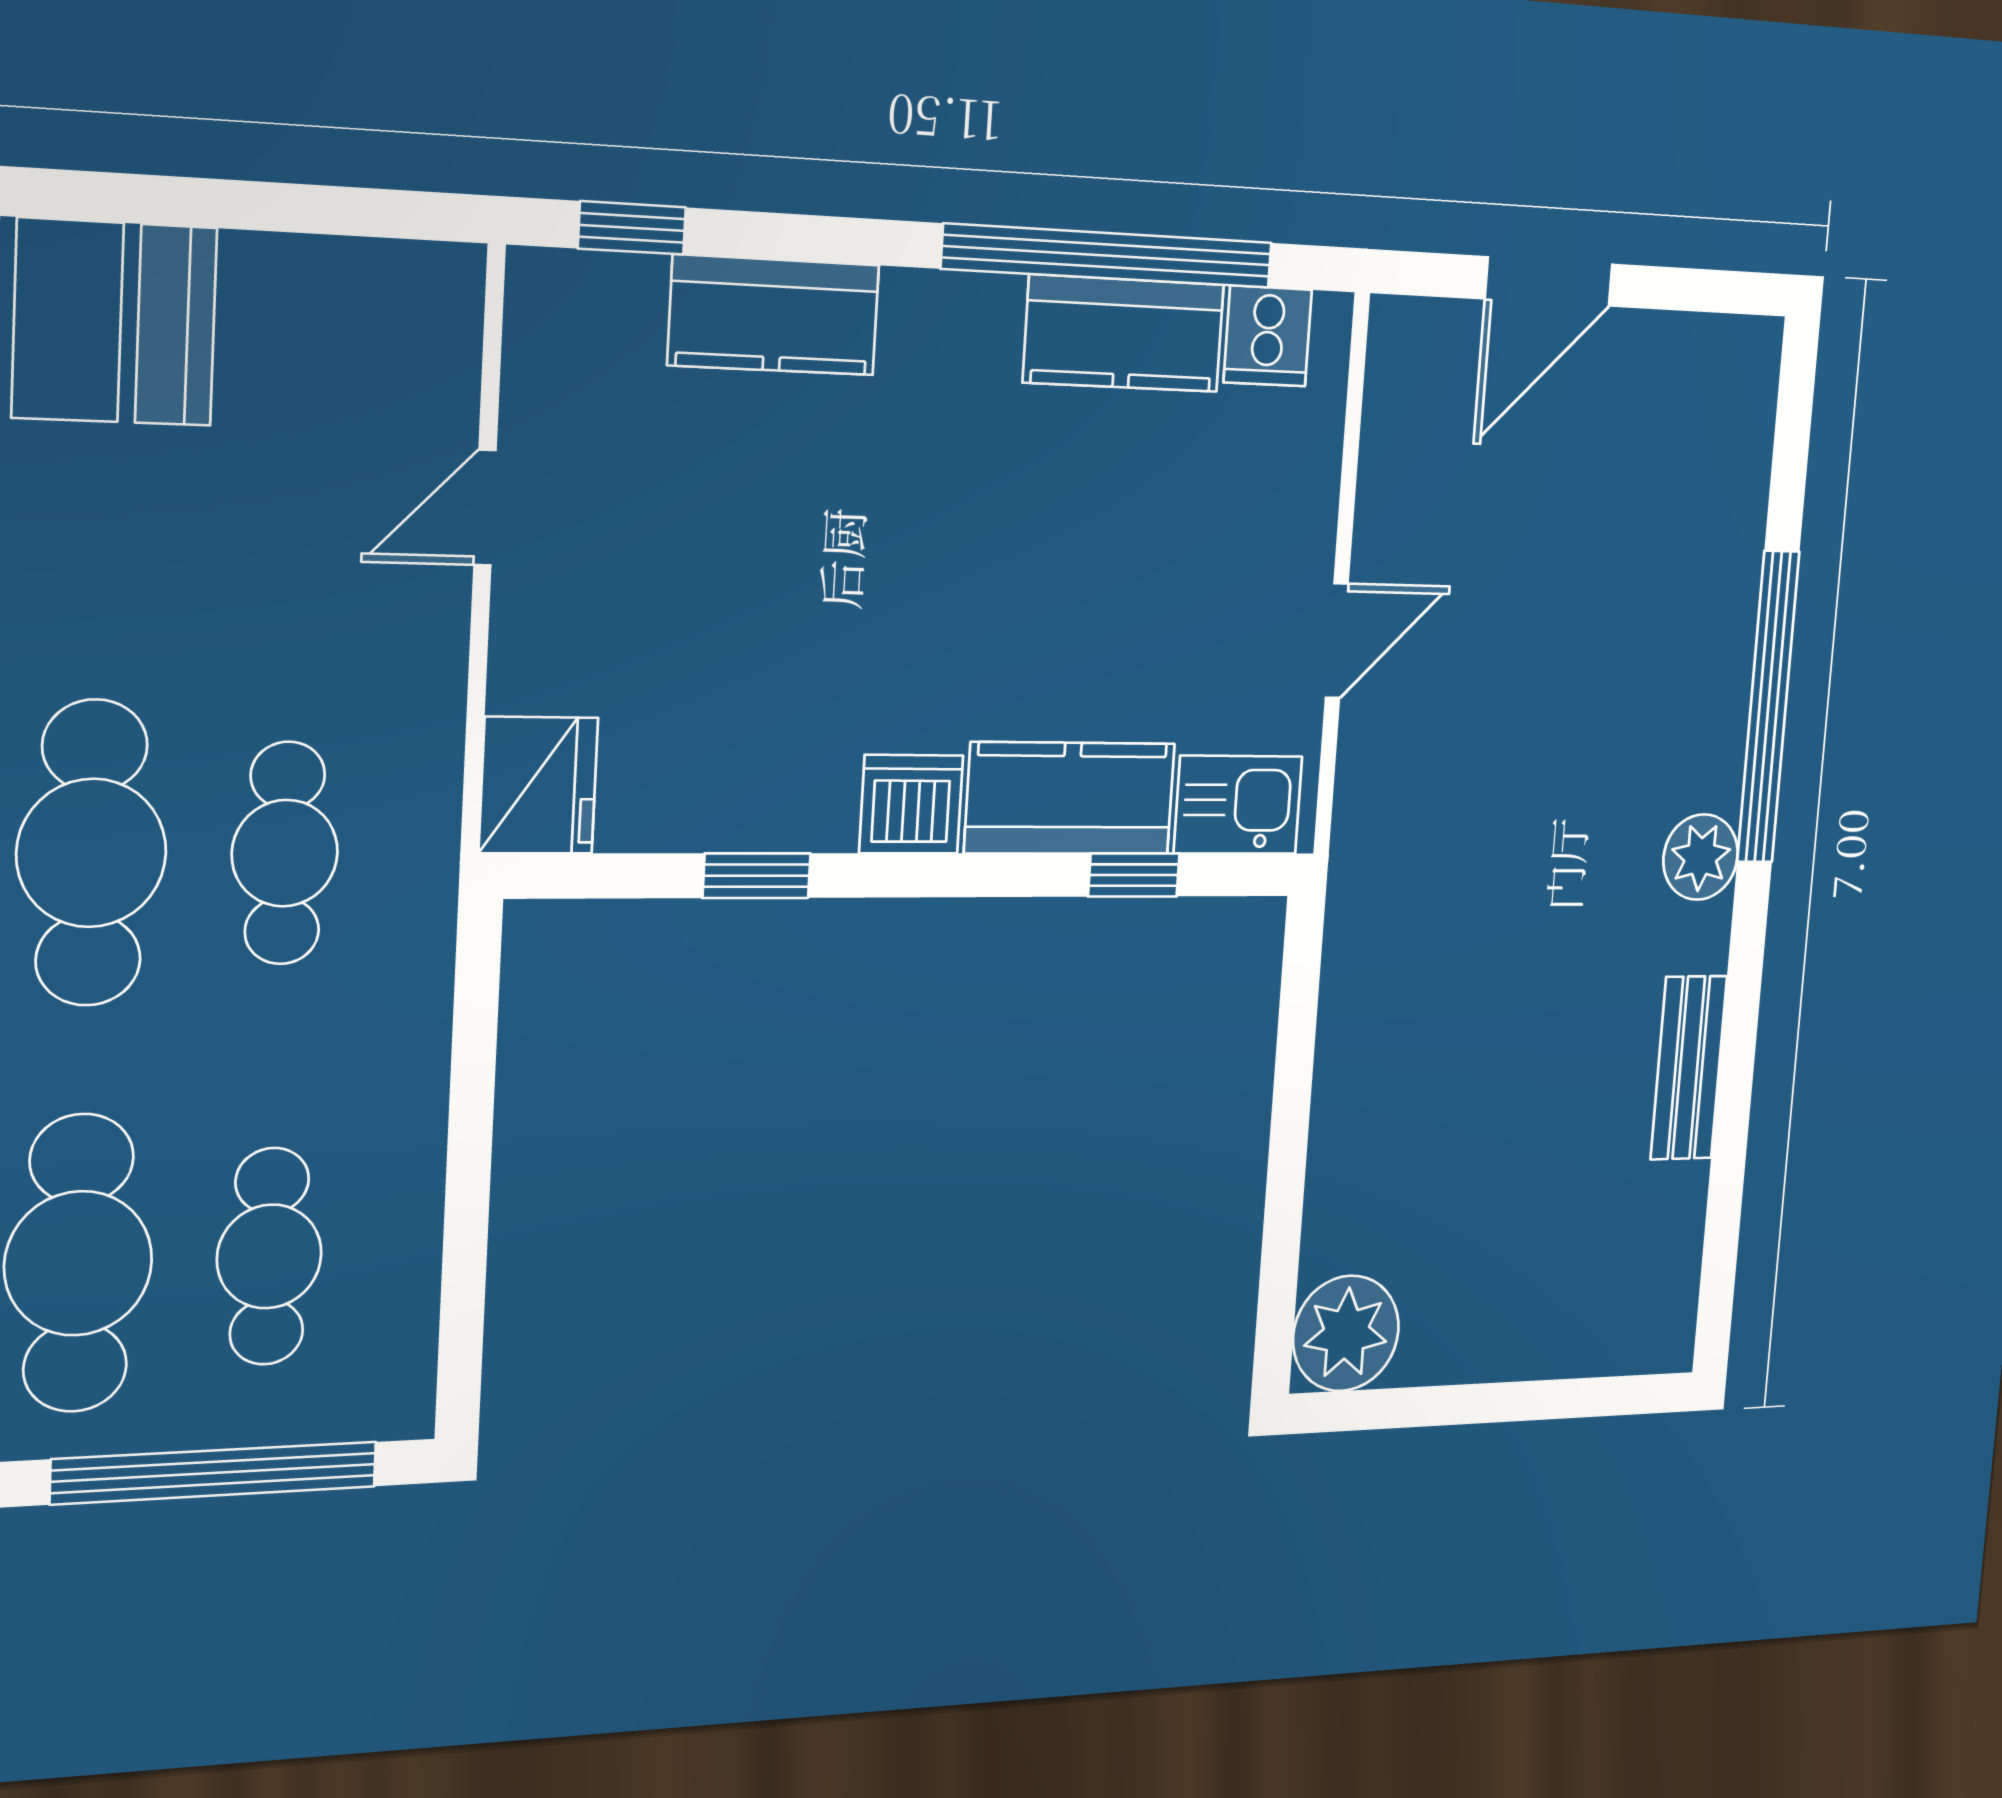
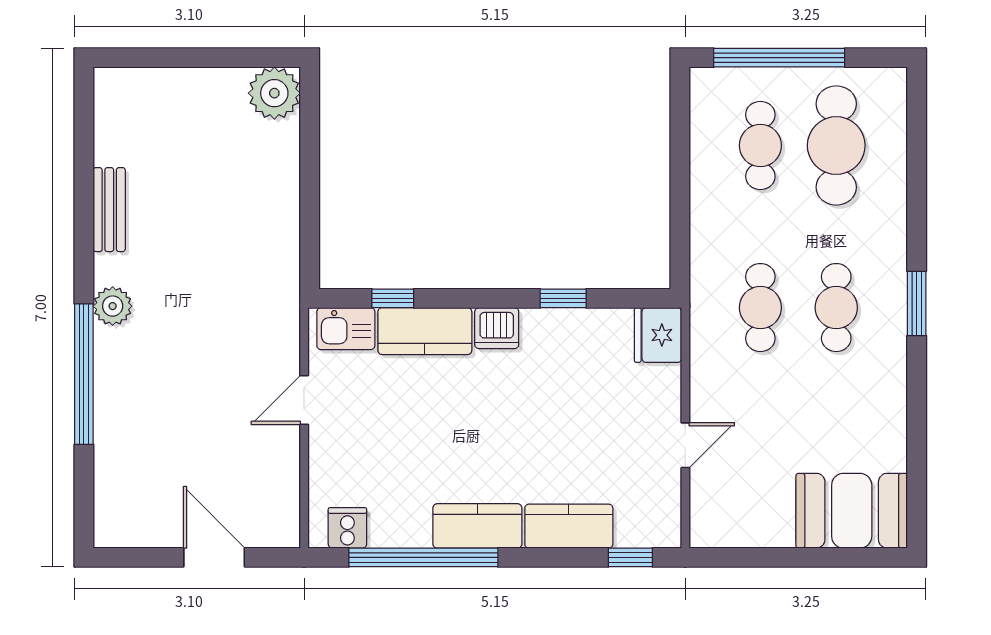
door: (1549, 281) -> (214, 557), hinge flipped
kitchen counter: (1124, 333) -> (477, 526), moved
cafe table: (91, 853) -> (836, 308), width x0.73, depth x0.74

